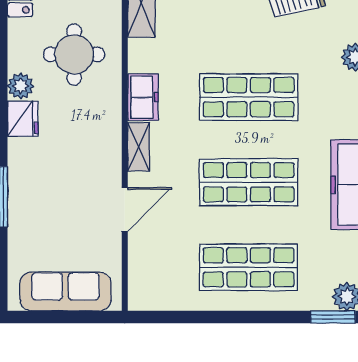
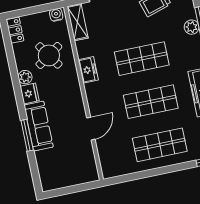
round table: (74, 54) -> (49, 55), turned -34
shelving: (139, 147) -> (91, 95), removed
sofa: (65, 291) -> (39, 126), moved, turned 90

